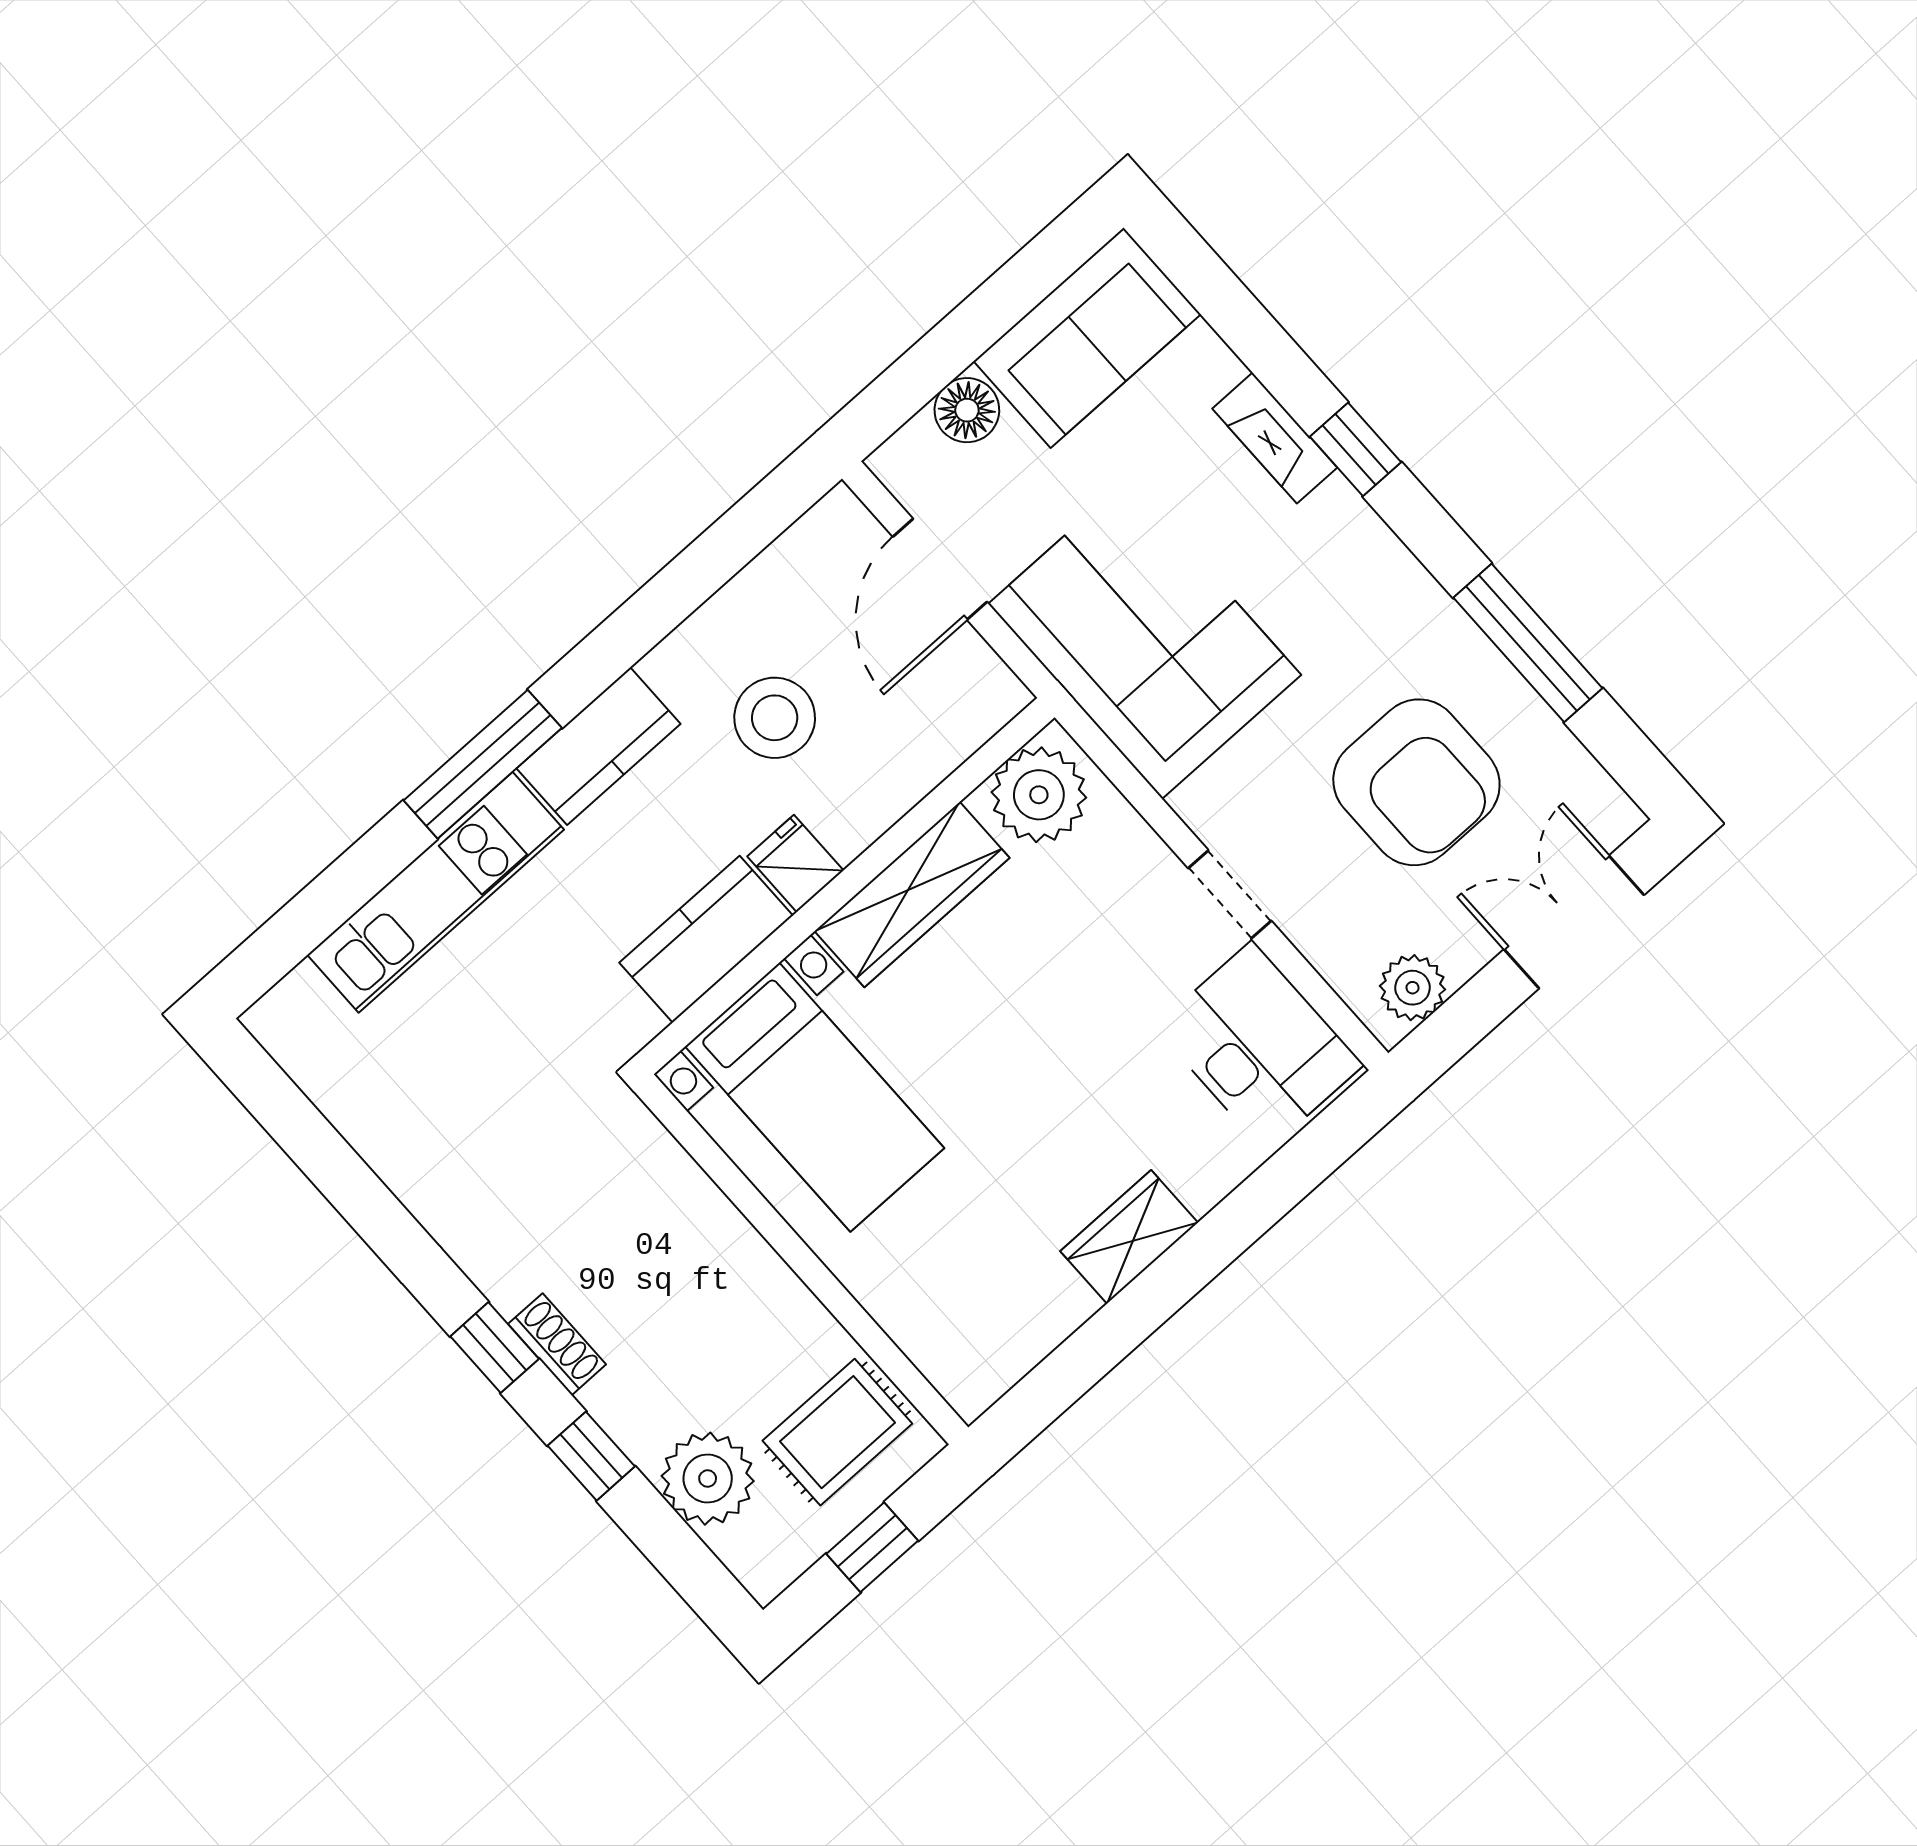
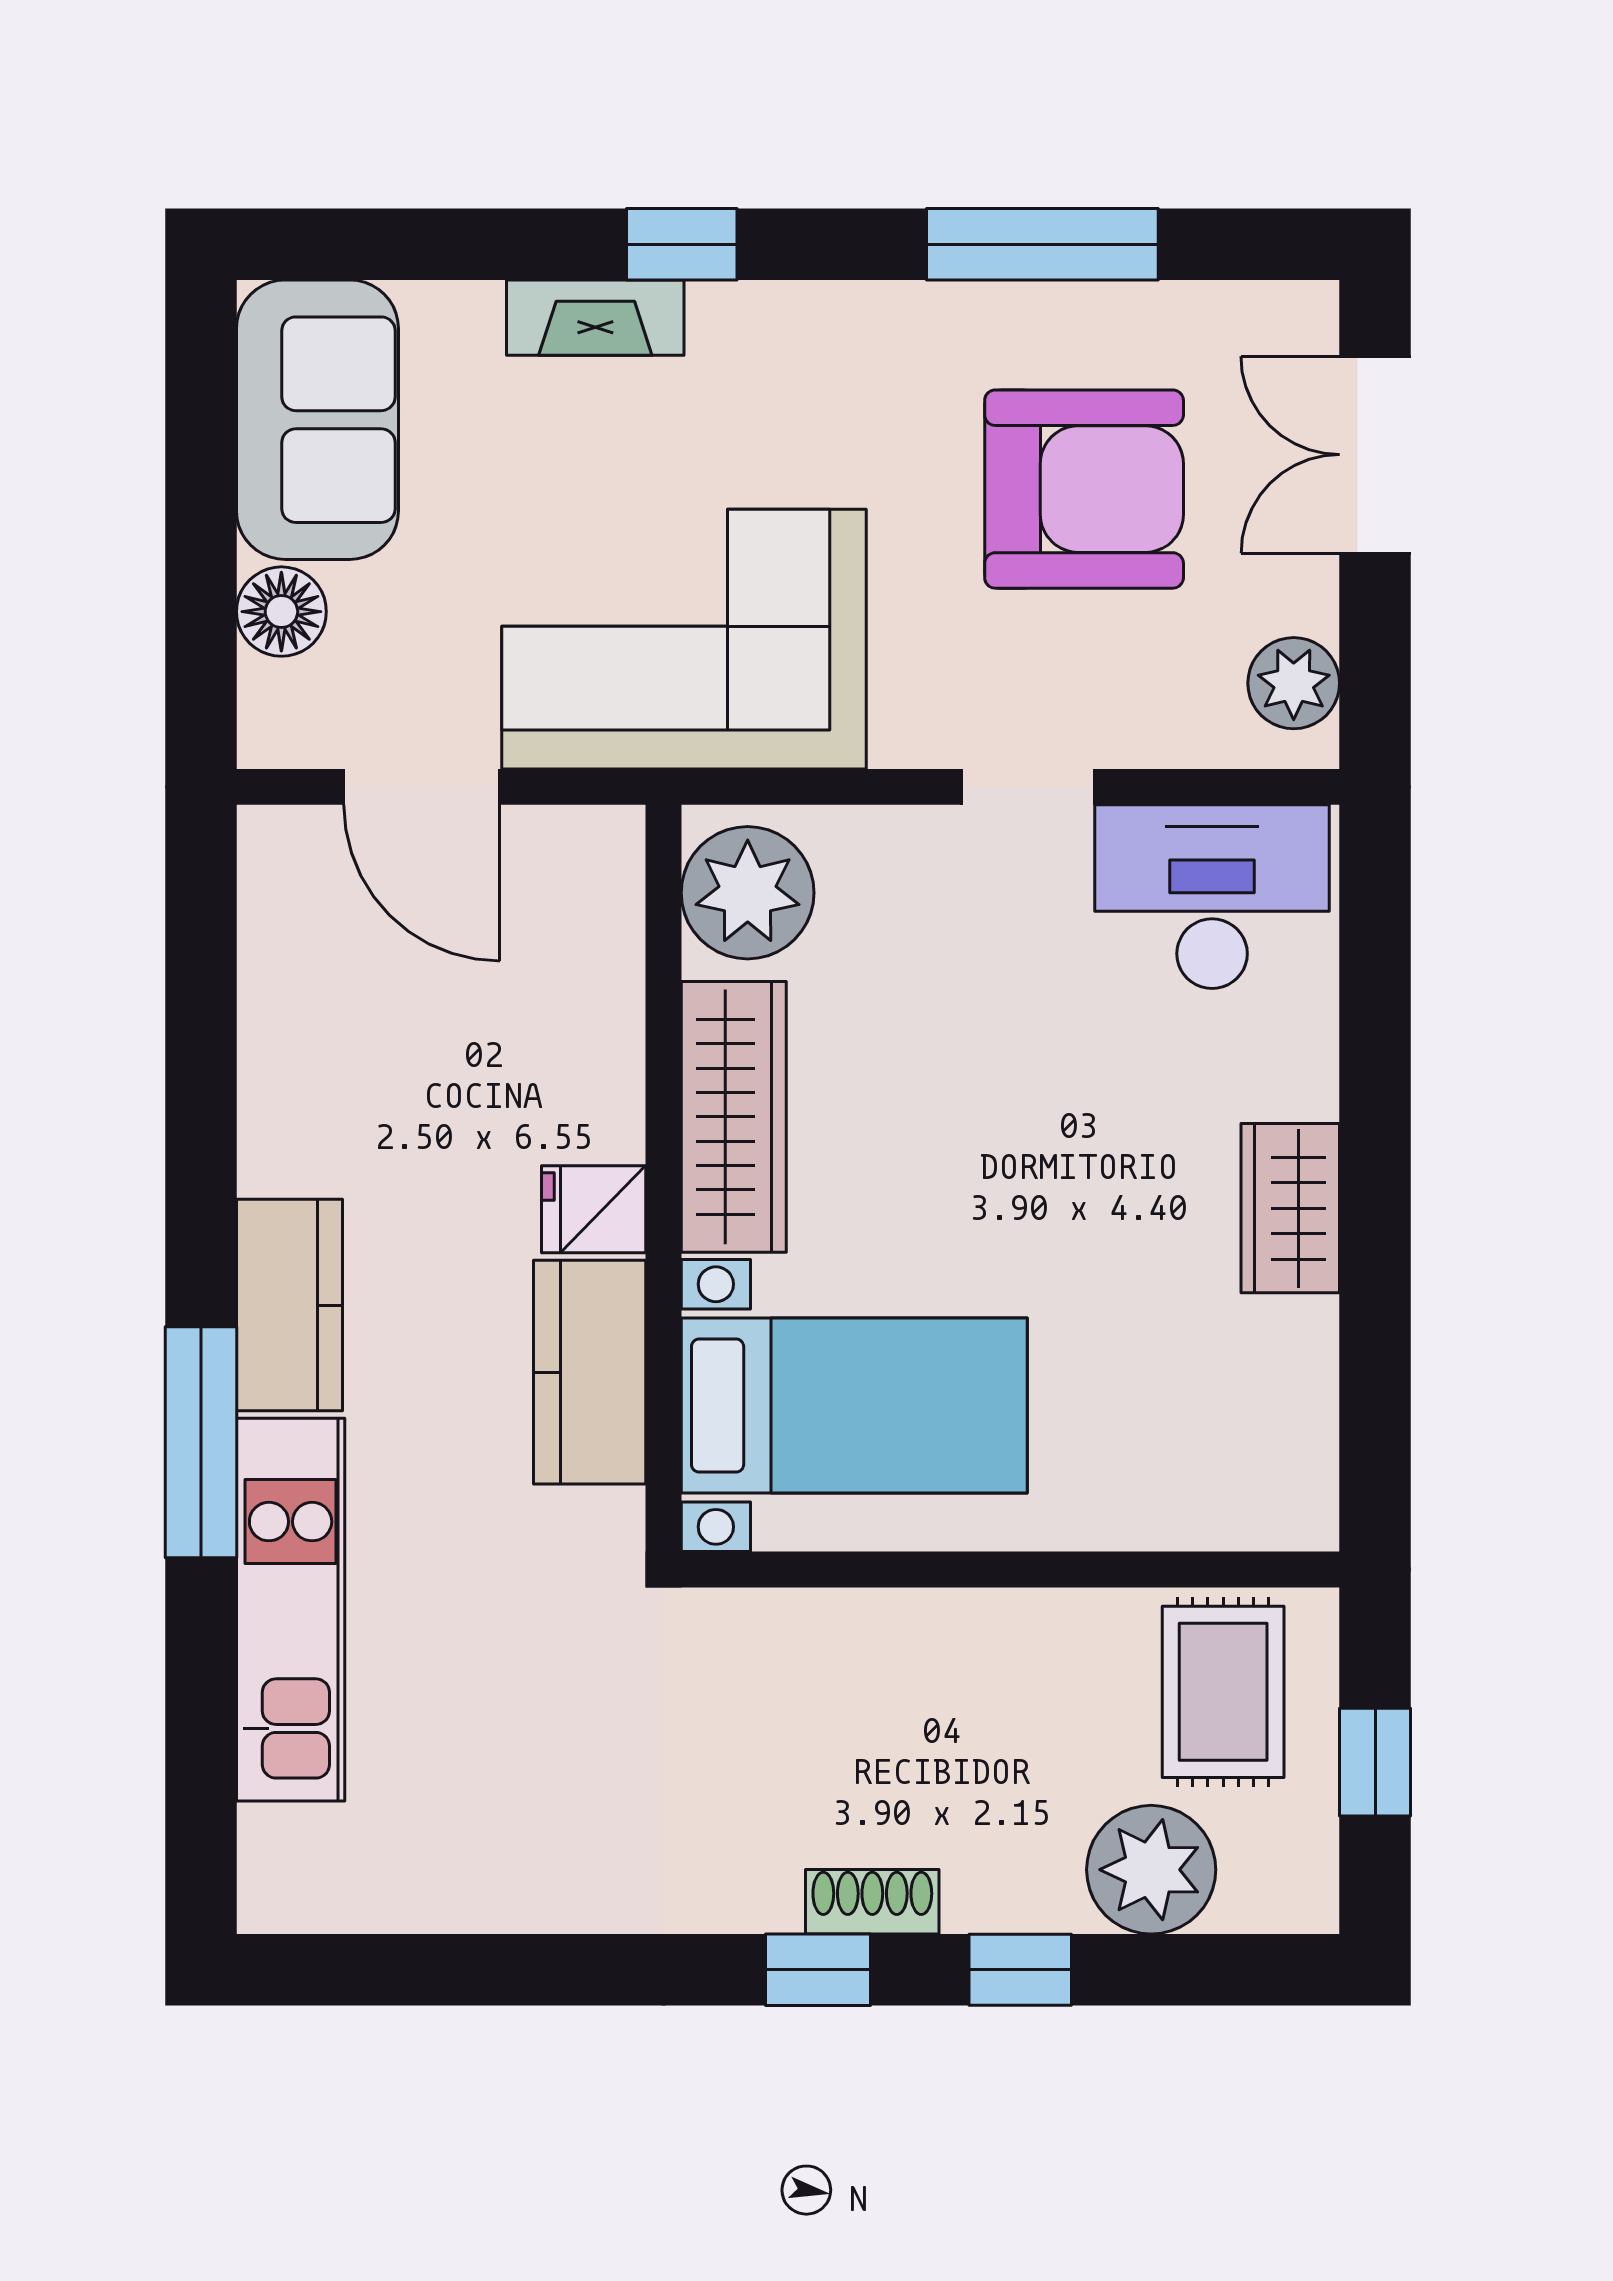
stool: (775, 718) -> (423, 1096), removed

